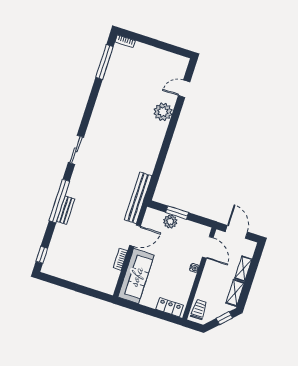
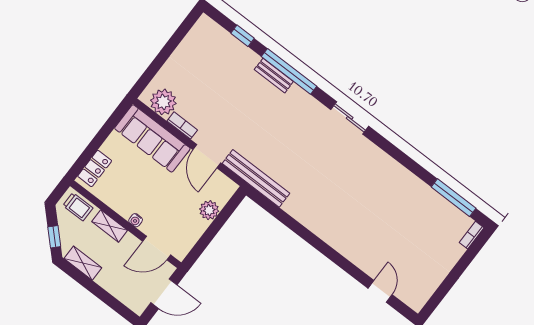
plant: (163, 112) -> (163, 102), moved
window: (177, 213) -> (218, 223), removed
window: (42, 255) -> (243, 36), moved
shelving: (243, 269) -> (110, 226), moved

